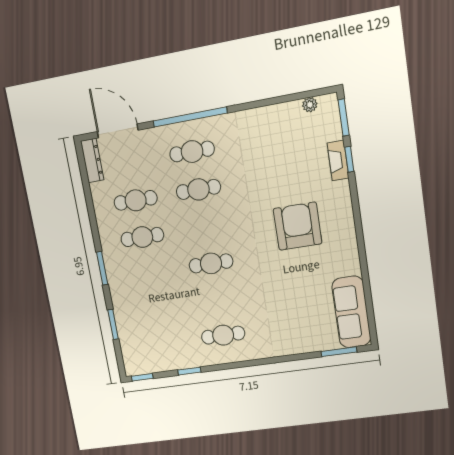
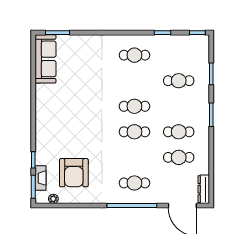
fireplace: (338, 160) -> (41, 178), moved
cafe table: (198, 189) -> (134, 132), moved
armchair: (298, 226) -> (74, 173), moved
cafe table: (155, 309) -> (179, 81), added

